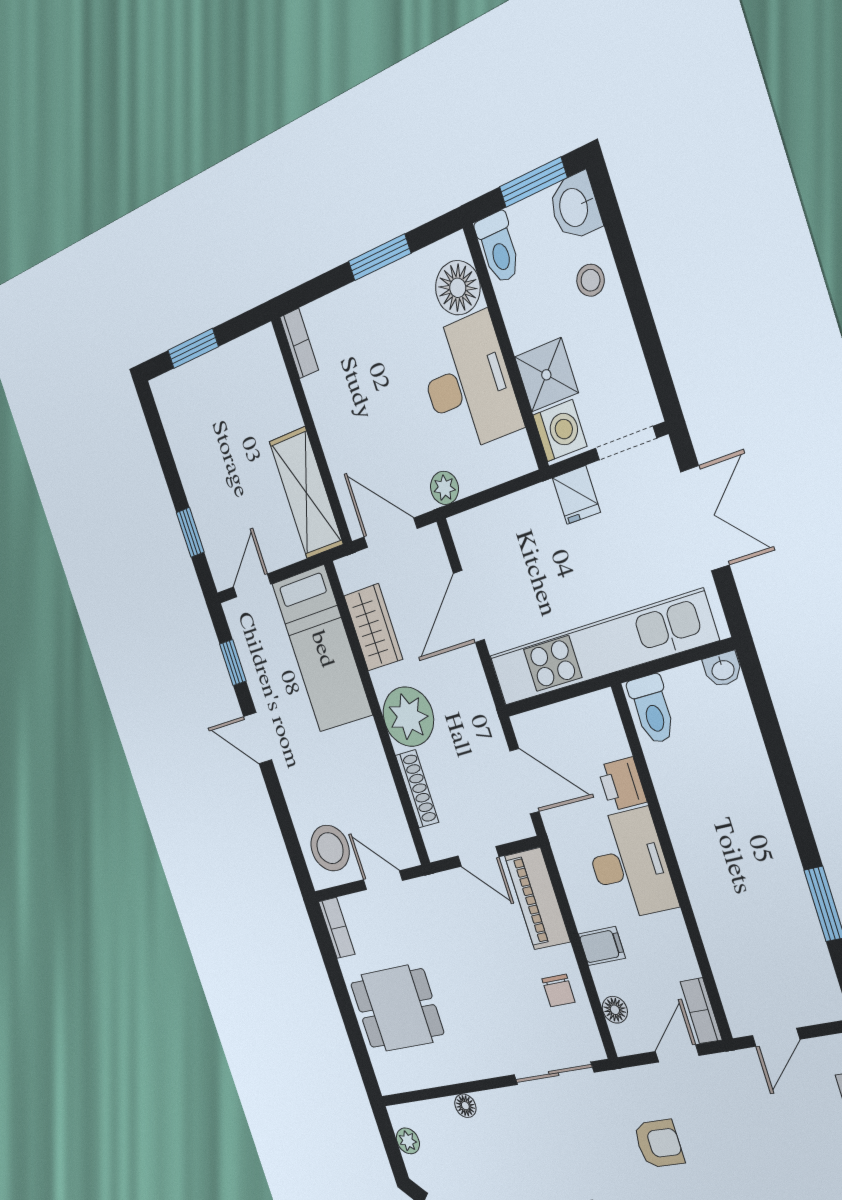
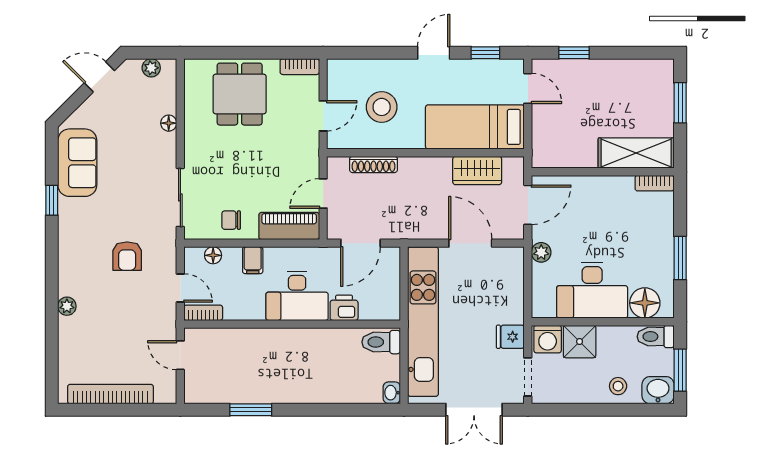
shelving: (306, 493) -> (636, 153), moved
plant: (408, 717) -> (418, 175), removed
stool: (330, 848) -> (382, 107), moved

